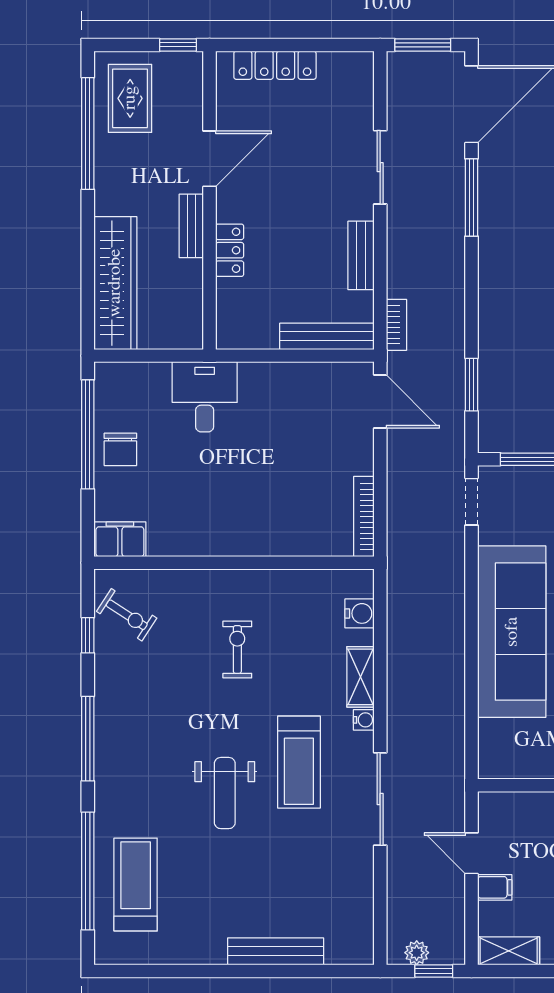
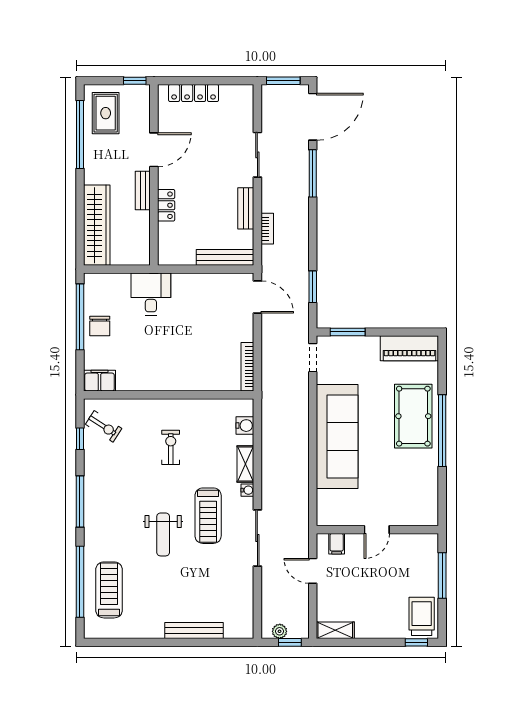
bookcase: (396, 325) -> (267, 229), moved
filing cabinet: (495, 887) -> (337, 544), moved, turned 90

